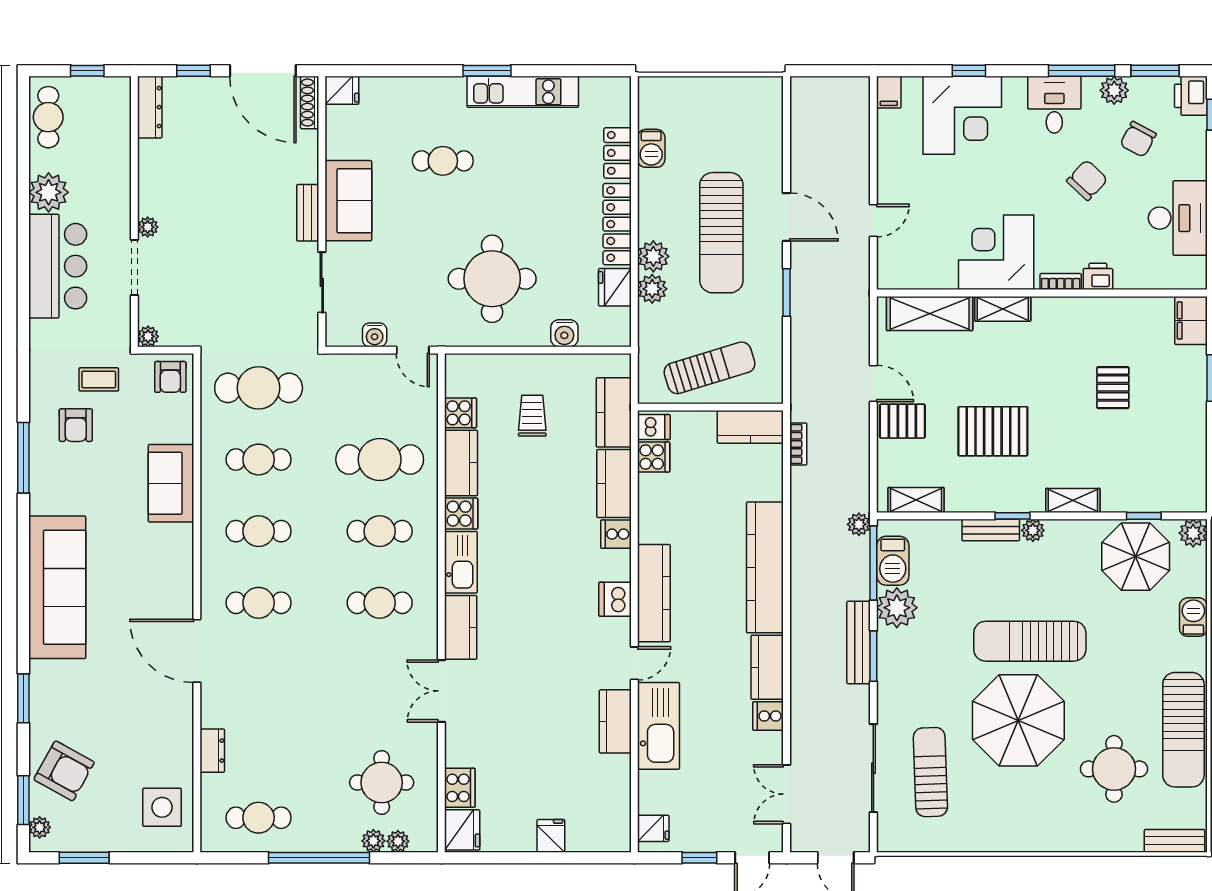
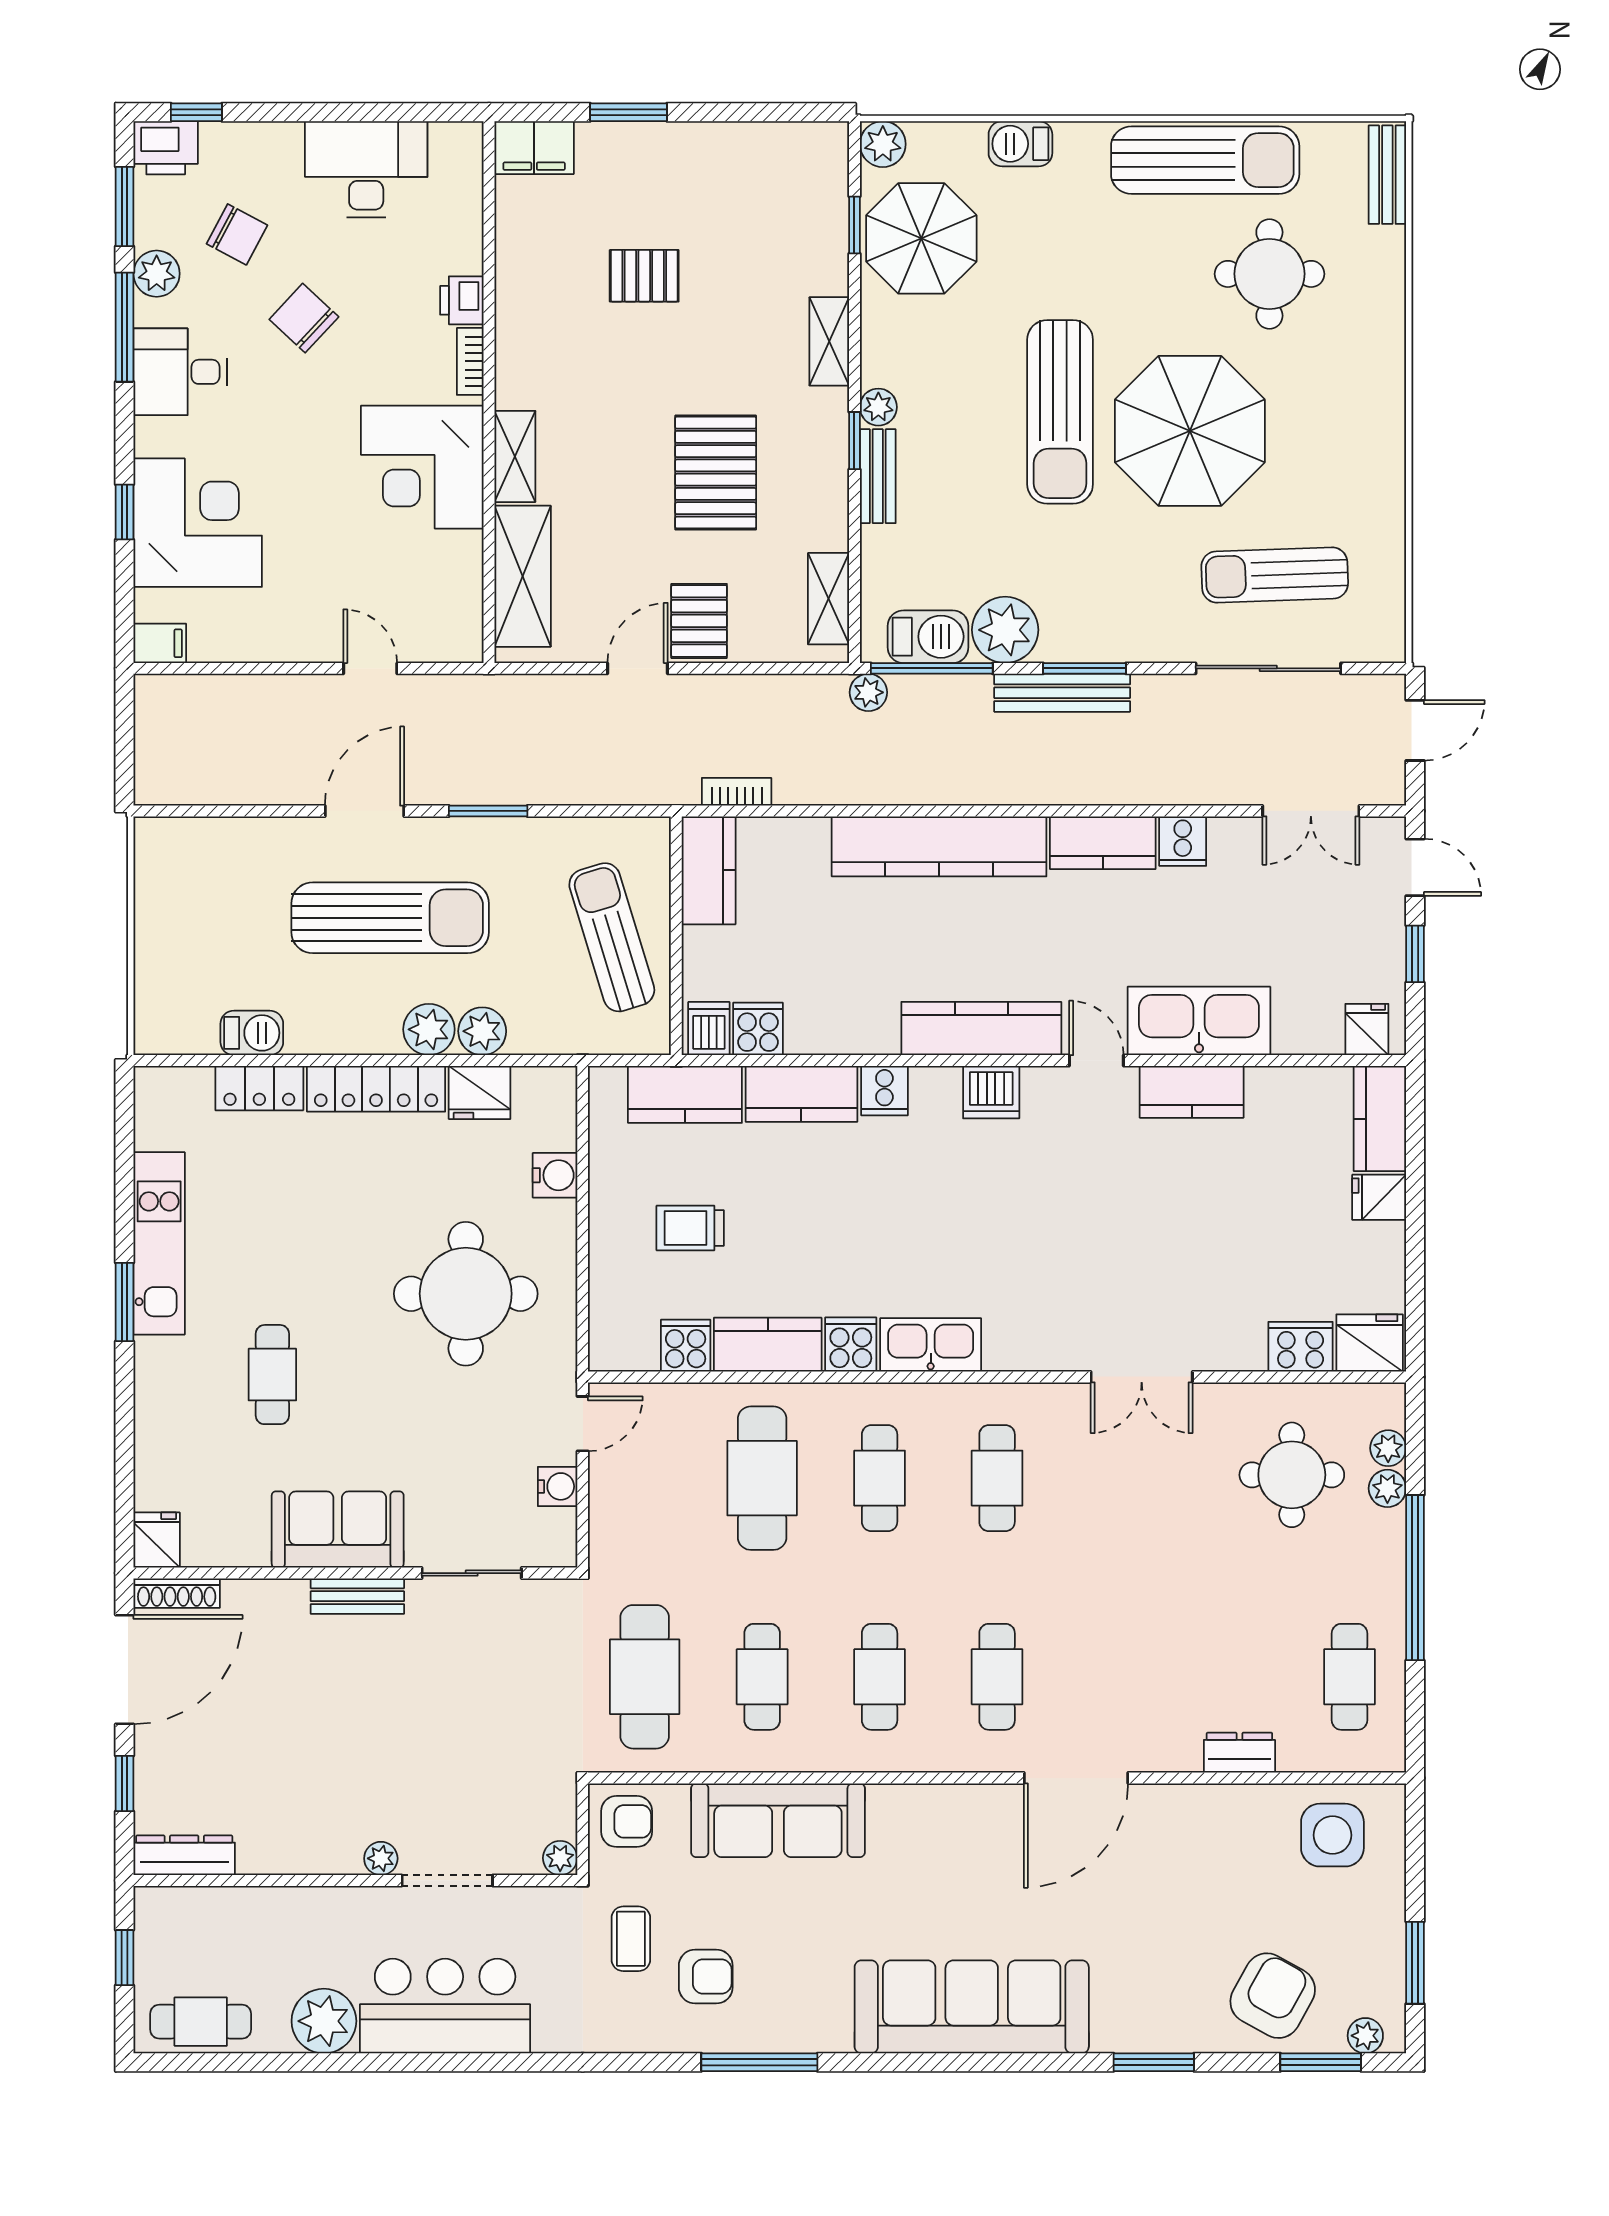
sofa: (171, 483) -> (778, 1820), width x1.36
kitchen counter: (461, 627) -> (1380, 1119), moved, turned -90

